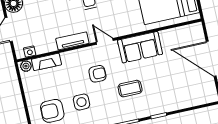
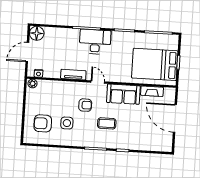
fireplace: (46, 62) -> (152, 91), moved

